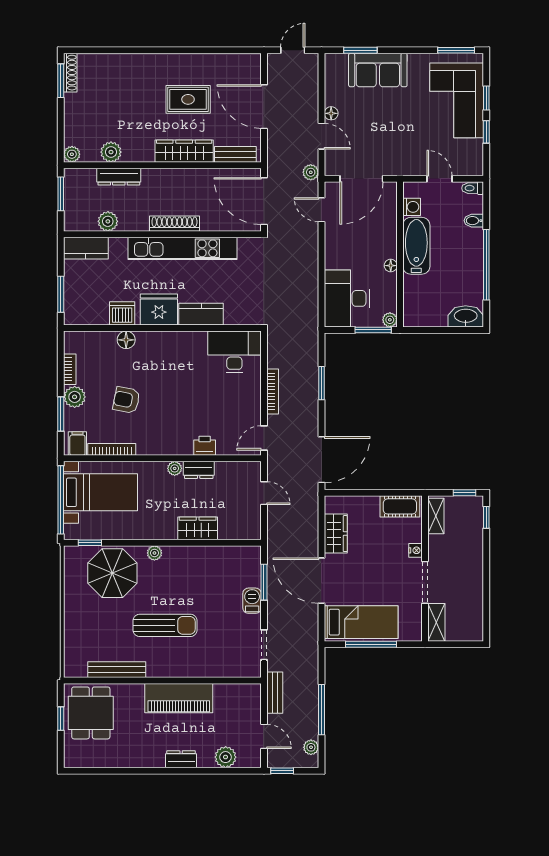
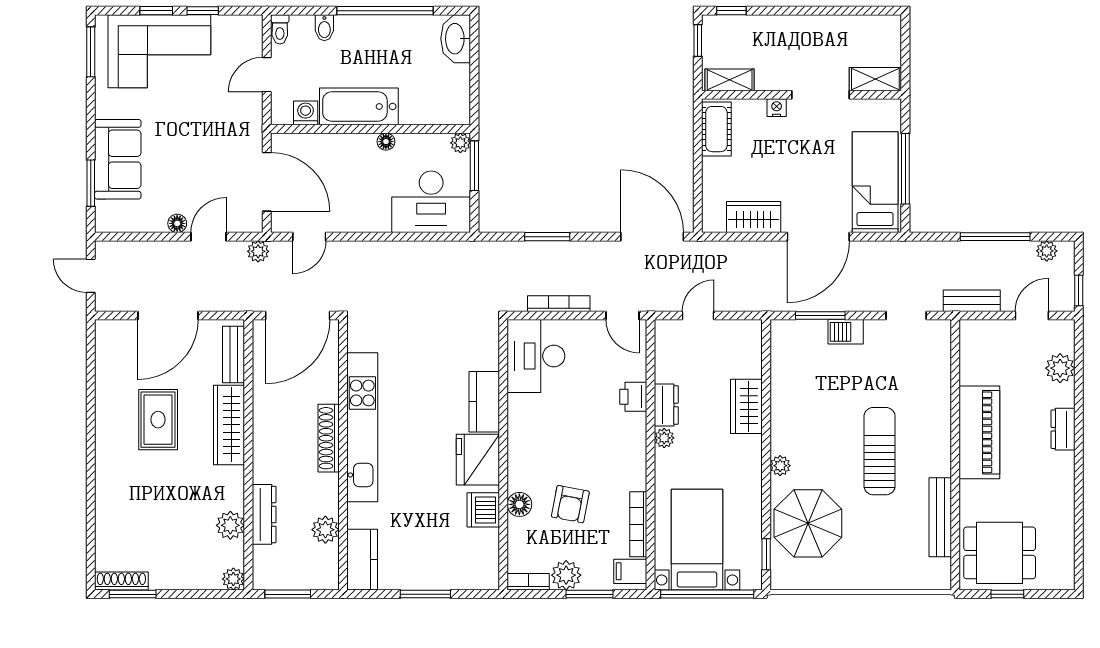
fridge: (159, 309) -> (478, 460), moved
dishwasher: (122, 313) -> (483, 510), moved
kitchen counter: (201, 314) -> (484, 402), moved
wall: (162, 328) -> (503, 455), moved
floor lamp: (126, 340) -> (519, 504), moved
desk: (234, 352) -> (536, 356), moved

